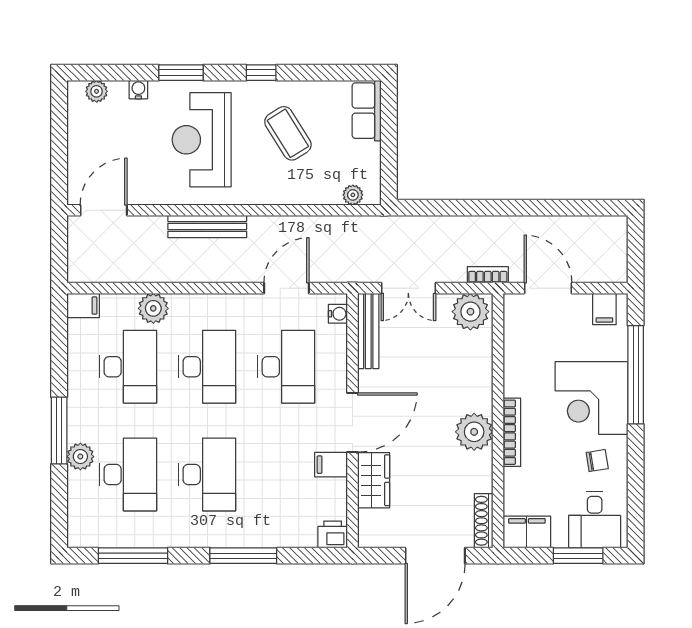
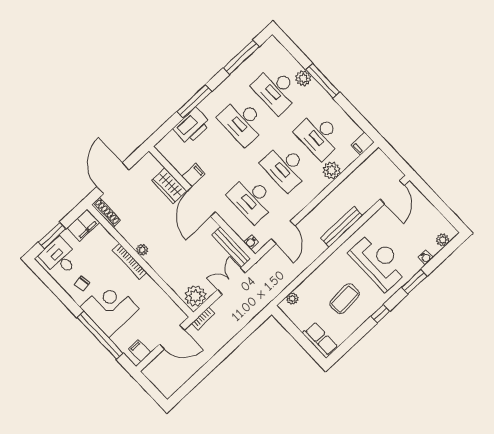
coffee table: (288, 133) -> (345, 299), turned -62
plant: (474, 432) -> (142, 250), width x0.53, depth x0.53
printer: (333, 534) -> (192, 126), moved, width x1.87, depth x1.48

